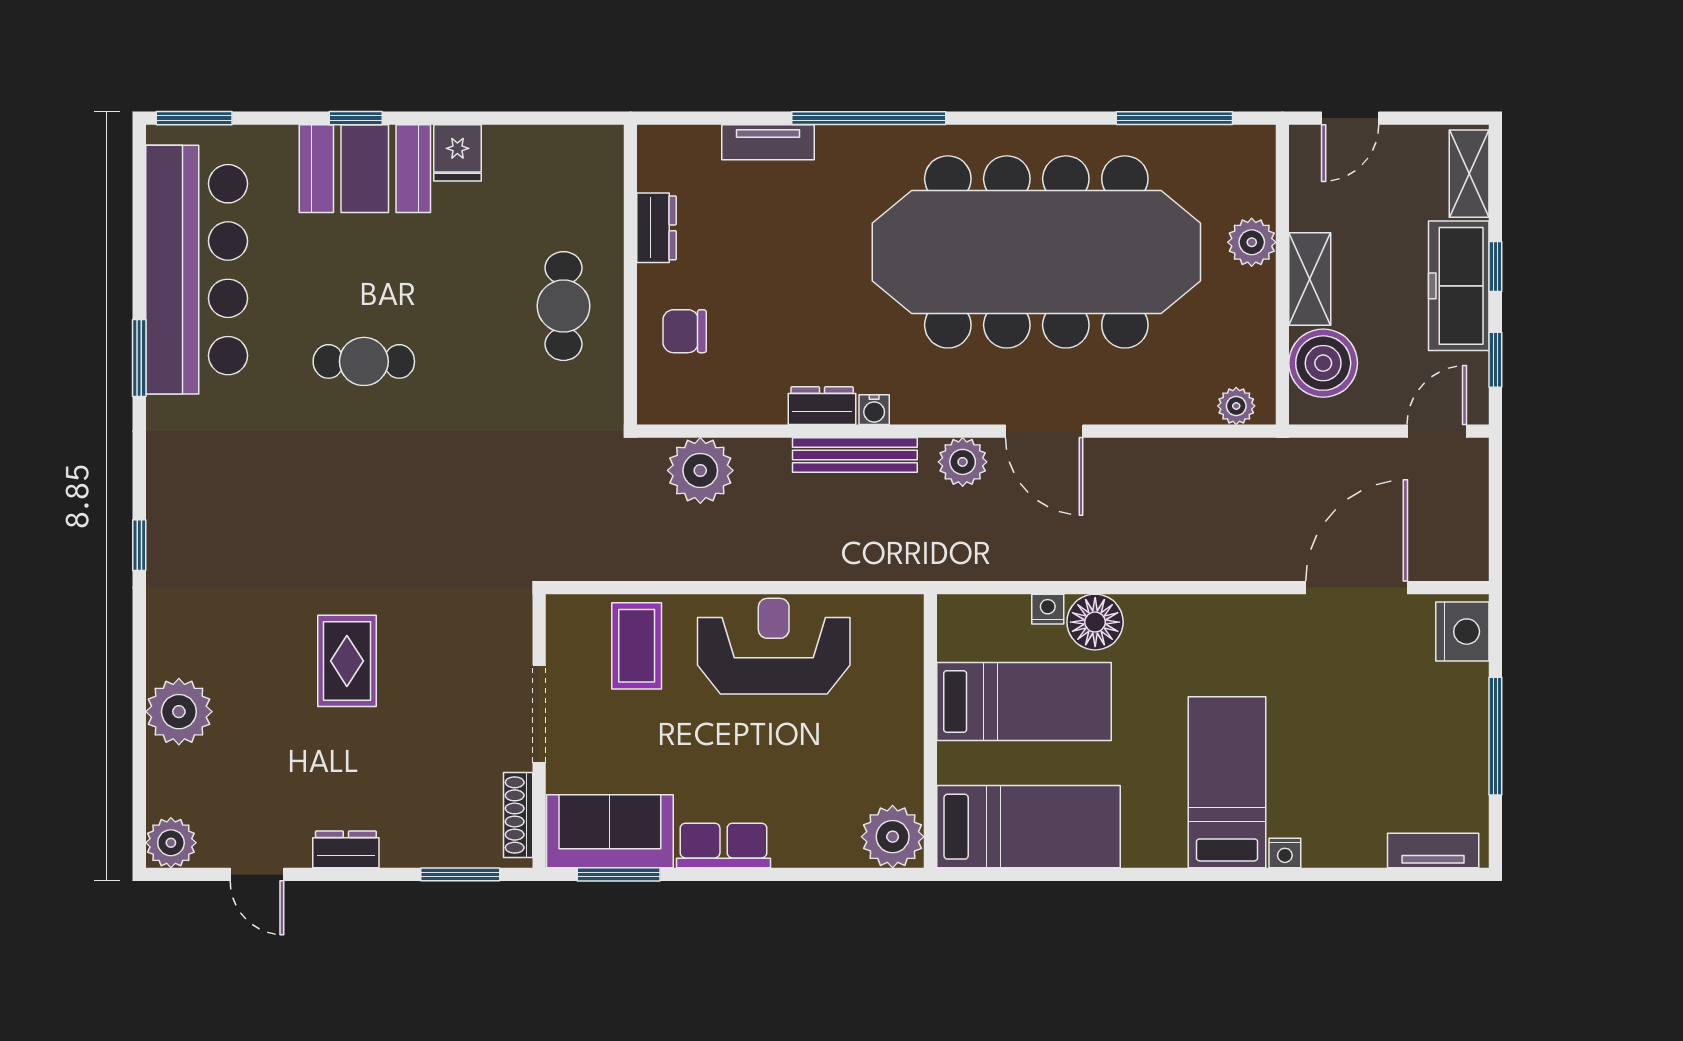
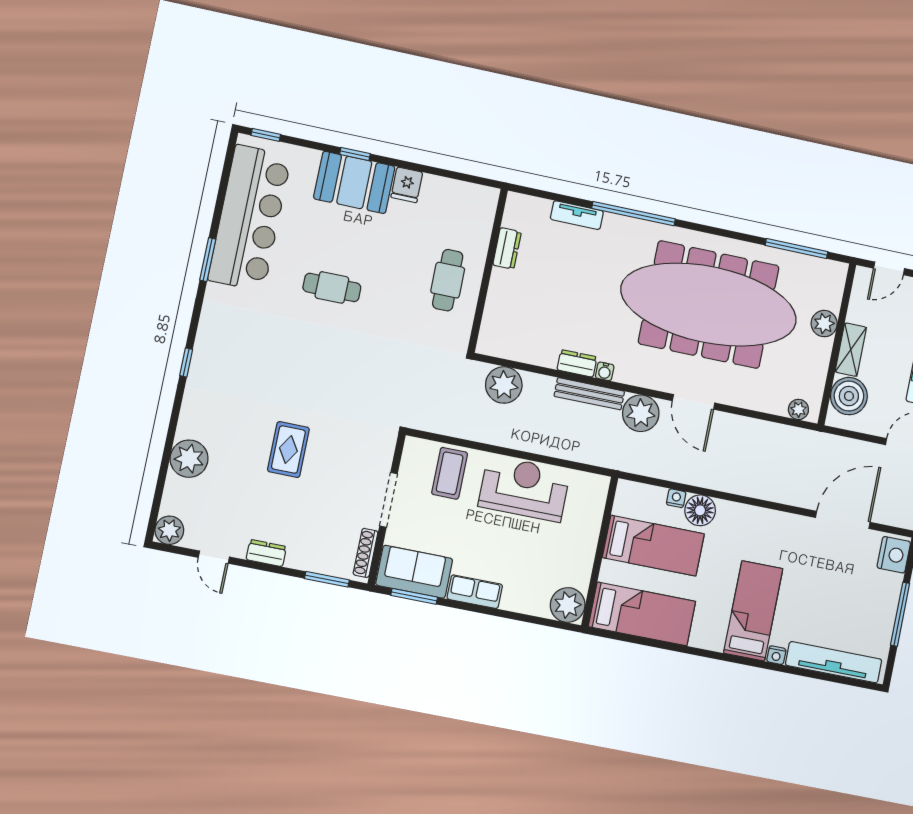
window: (194, 118) -> (266, 135), width x0.67
chair: (685, 331) -> (511, 308), removed
plant: (963, 462) -> (641, 413), width x1.36, depth x1.36
tv unit: (1433, 851) -> (834, 662), width x1.92, depth x1.29

